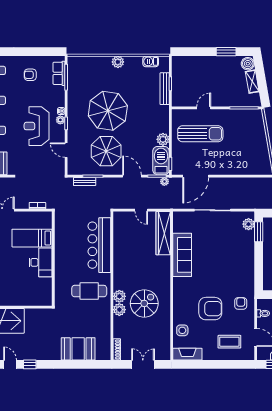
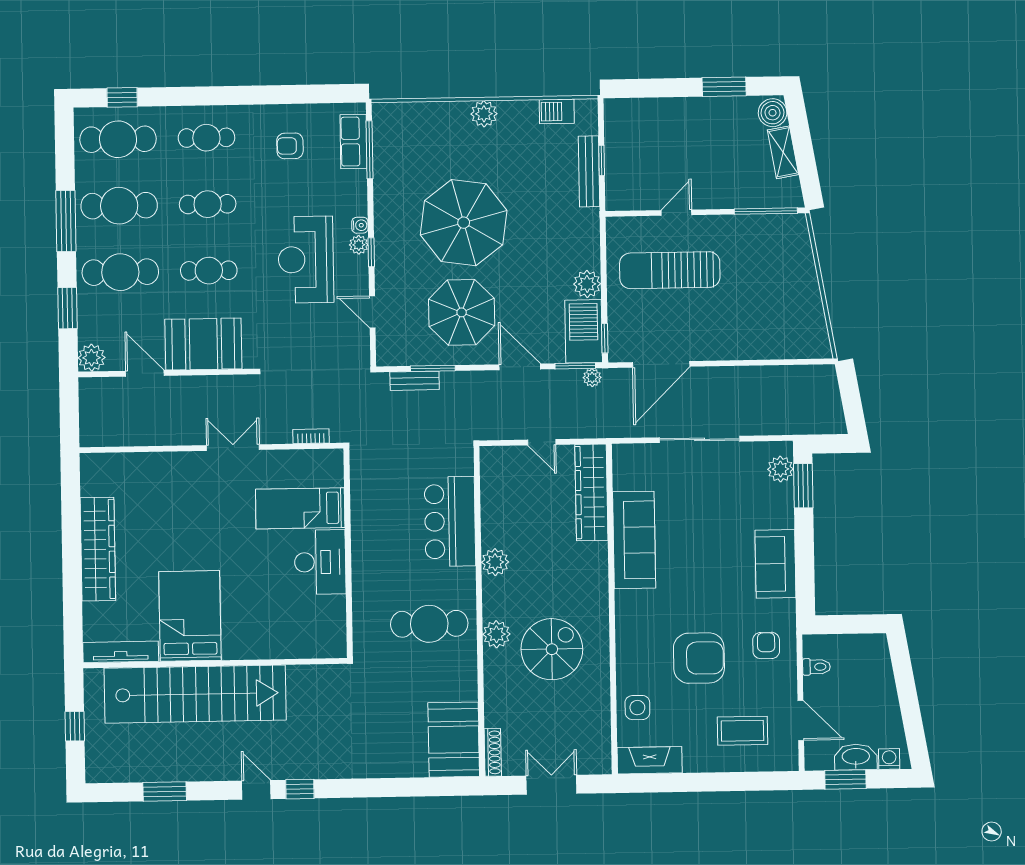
sun lounger: (200, 134) -> (670, 270), turned 180
bar counter: (99, 245) -> (450, 521), width x0.73
sofa: (246, 267) -> (775, 564), added
plant: (119, 310) -> (495, 562), moved
booth: (78, 349) -> (454, 740), moved, turned 90

